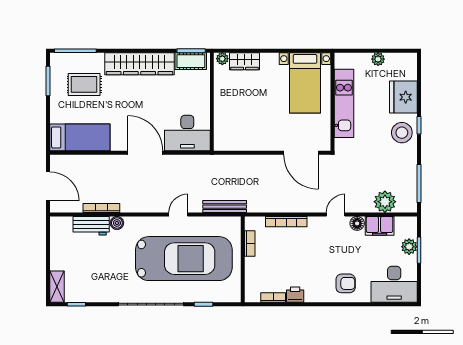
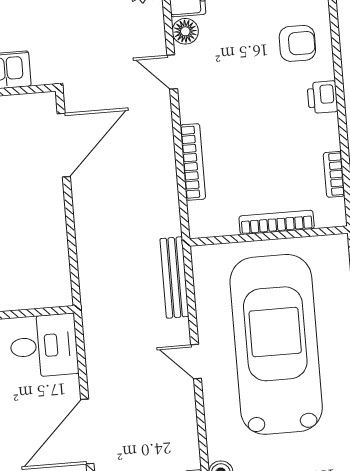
desk: (187, 133) -> (44, 346), width x0.73
bookcase: (250, 244) -> (277, 222), moved, width x1.56
armchair: (346, 283) -> (297, 43), turned 90
printer: (295, 295) -> (322, 97), moved

